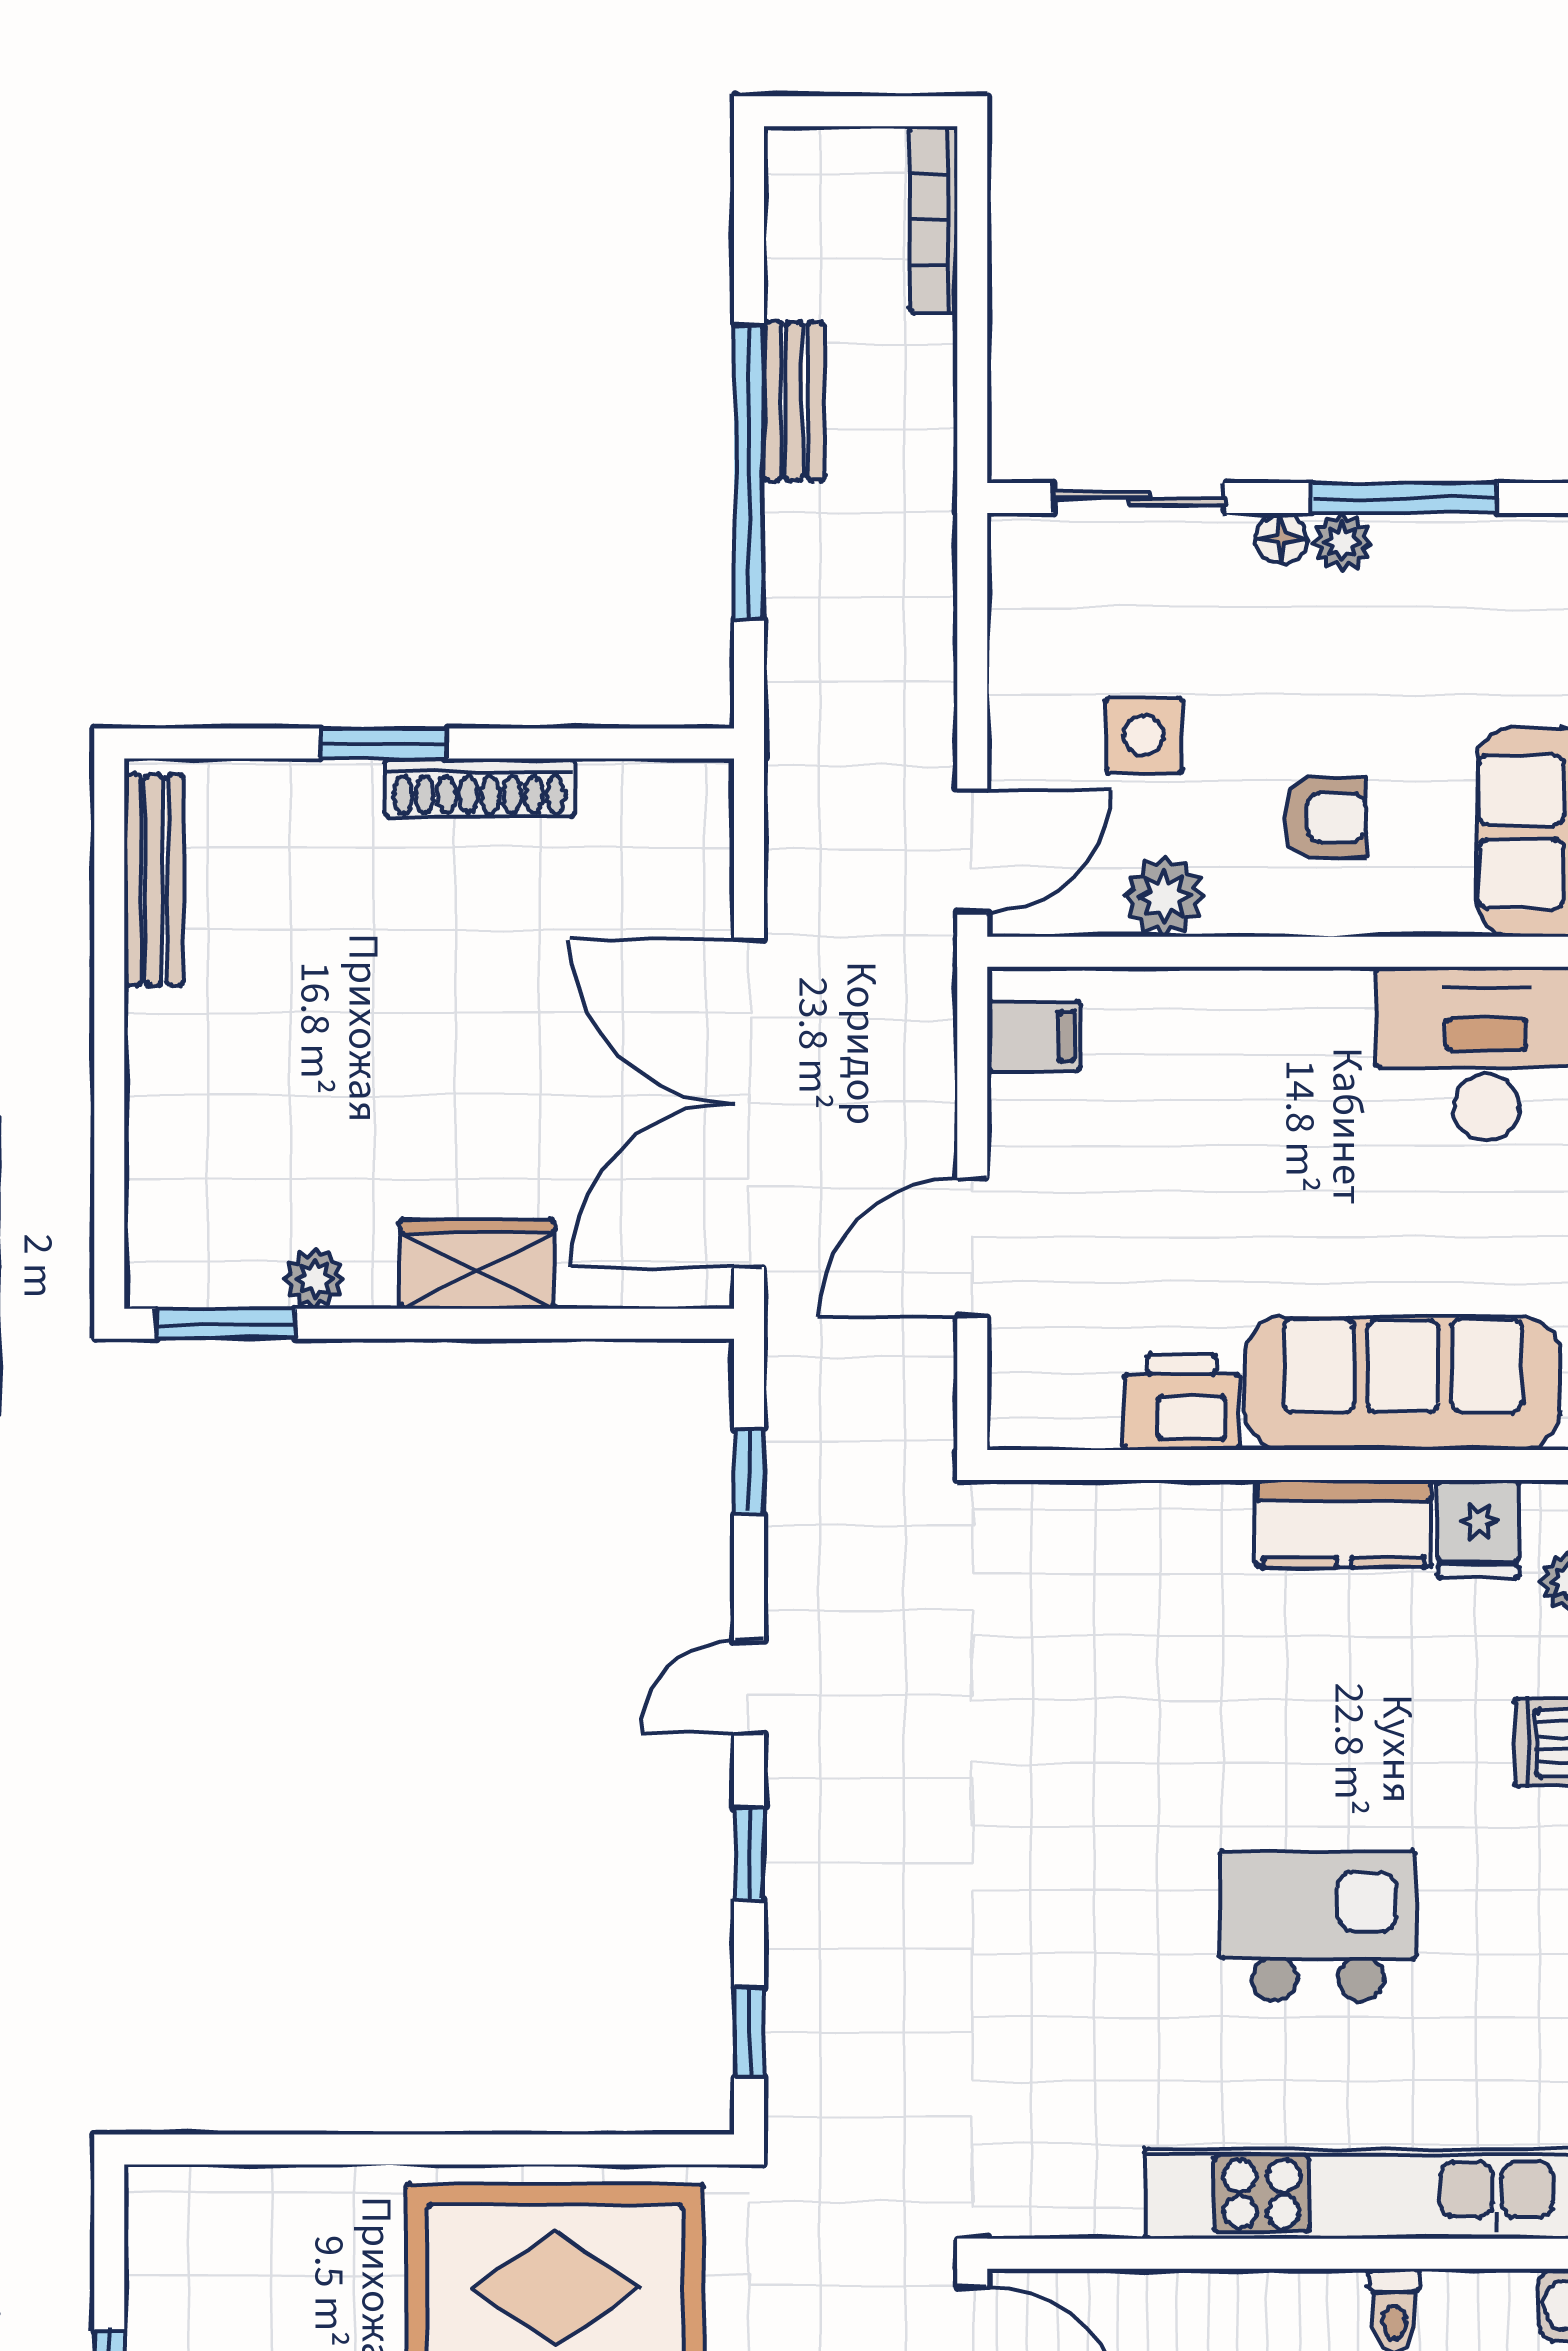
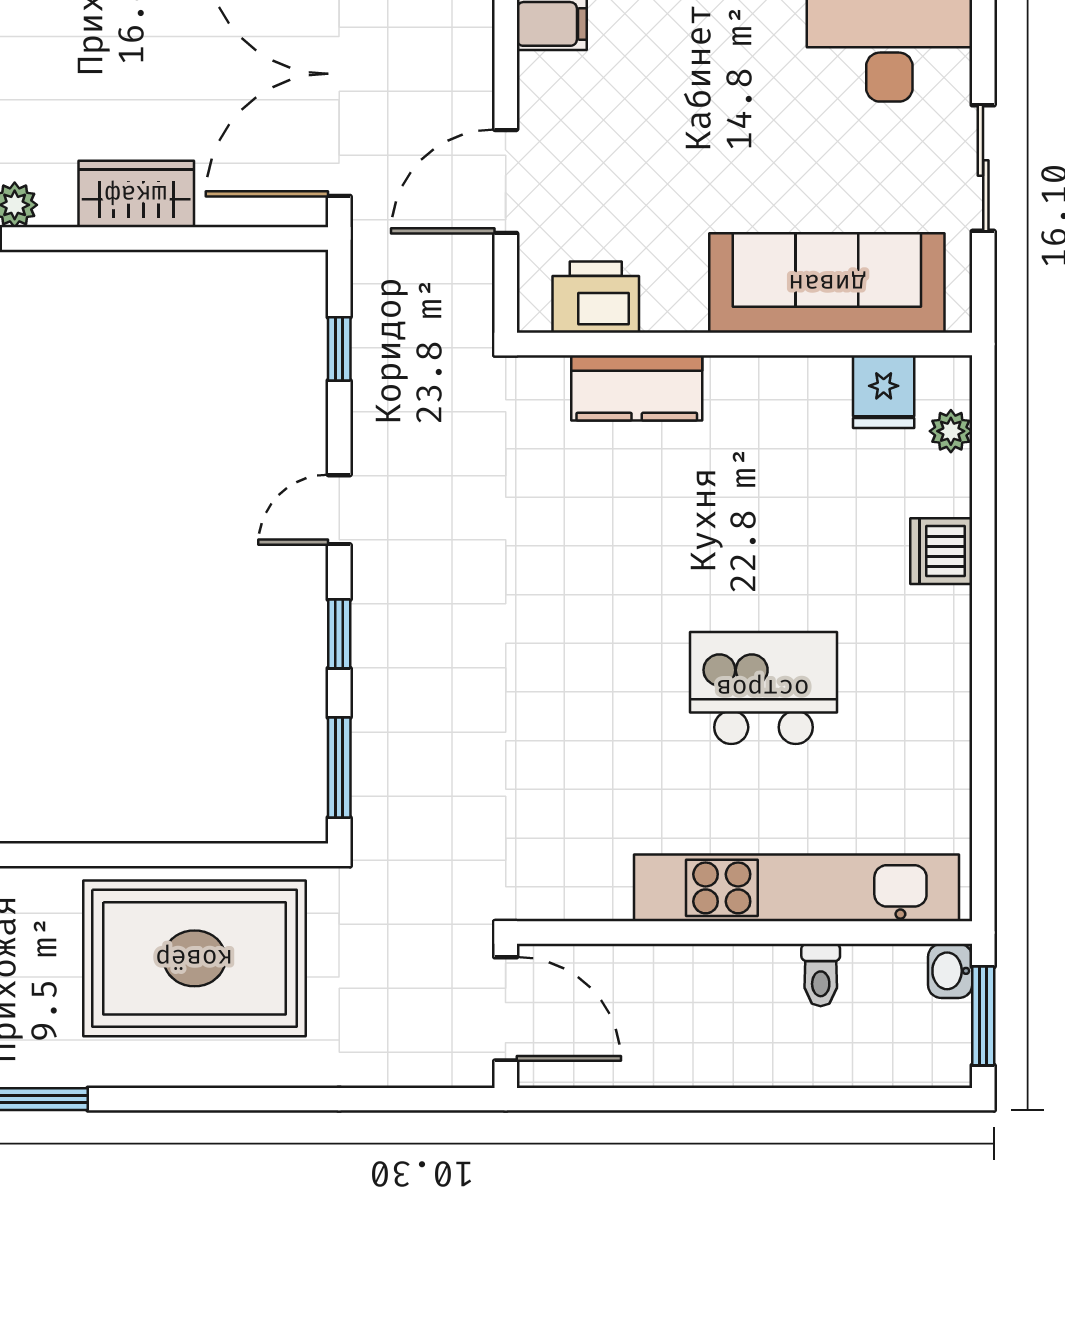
printer: (1181, 1402) -> (596, 297), moved
kitchen counter: (1344, 1524) -> (637, 388), moved
window: (749, 2033) -> (339, 768), width x1.50

